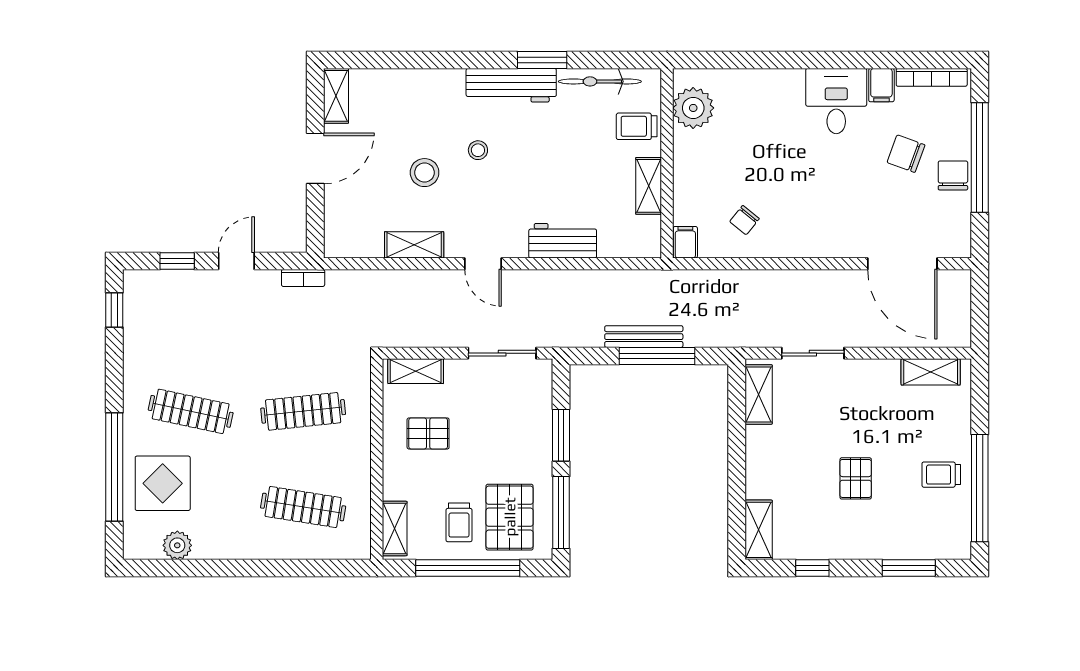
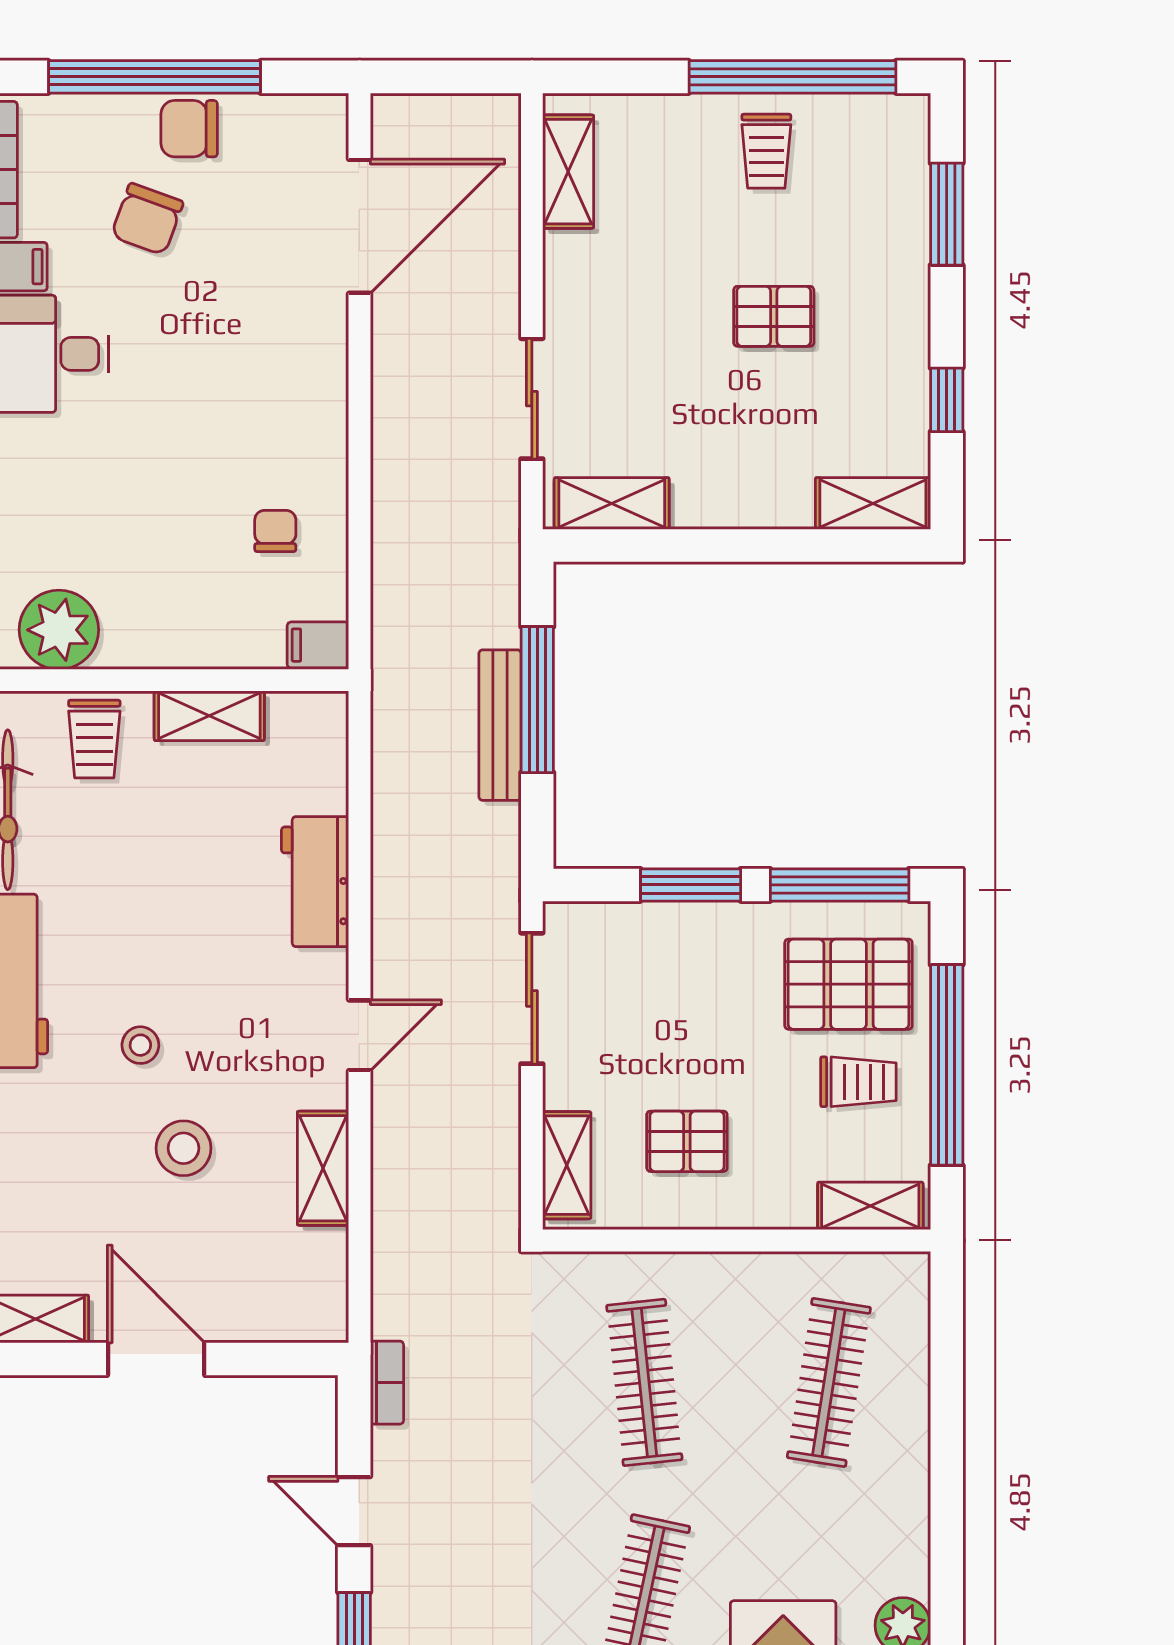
chair: (744, 220) -> (275, 531), turned -129
pallet: (428, 433) -> (687, 1141), turned 90

